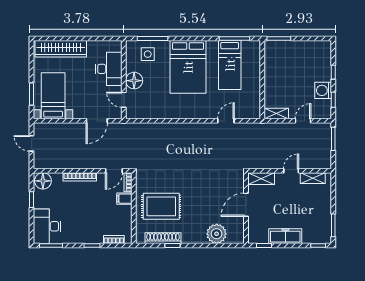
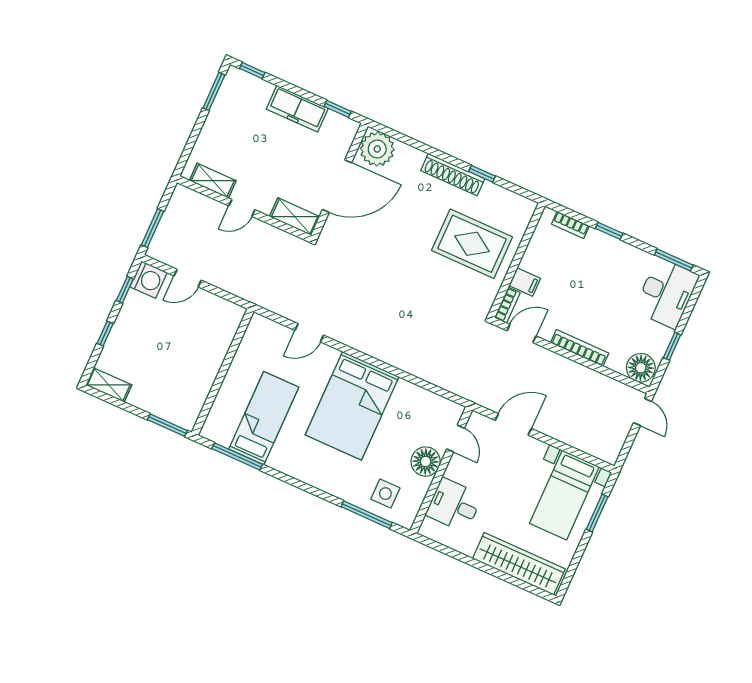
bed: (188, 67) -> (352, 406), moved, turned 180
desk: (109, 69) -> (454, 505), width x0.73
washing machine: (323, 90) -> (149, 280), moved
shelving: (276, 114) -> (109, 385), moved
door: (32, 143) -> (642, 412), moved
door: (246, 205) -> (337, 186), width x1.36
plant: (217, 234) -> (377, 149), moved
shoe rack: (163, 238) -> (453, 175), moved

